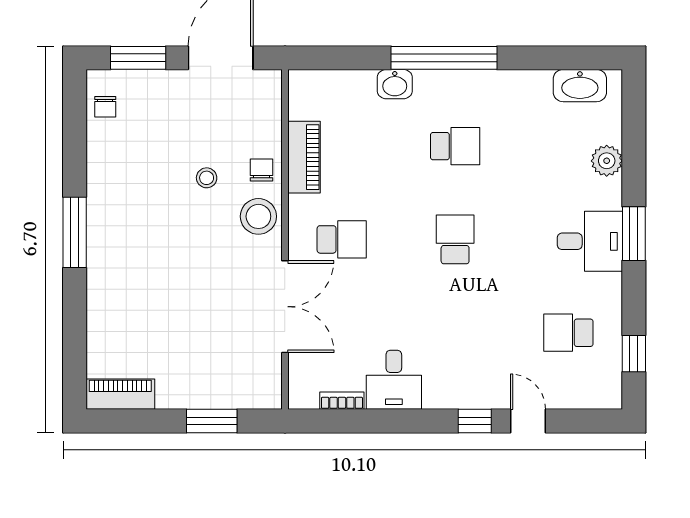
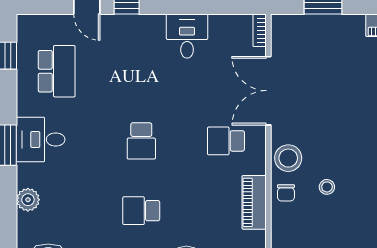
school desk: (568, 333) -> (57, 71), width x1.85
bookcase: (342, 401) -> (260, 30), moved, turned 90

